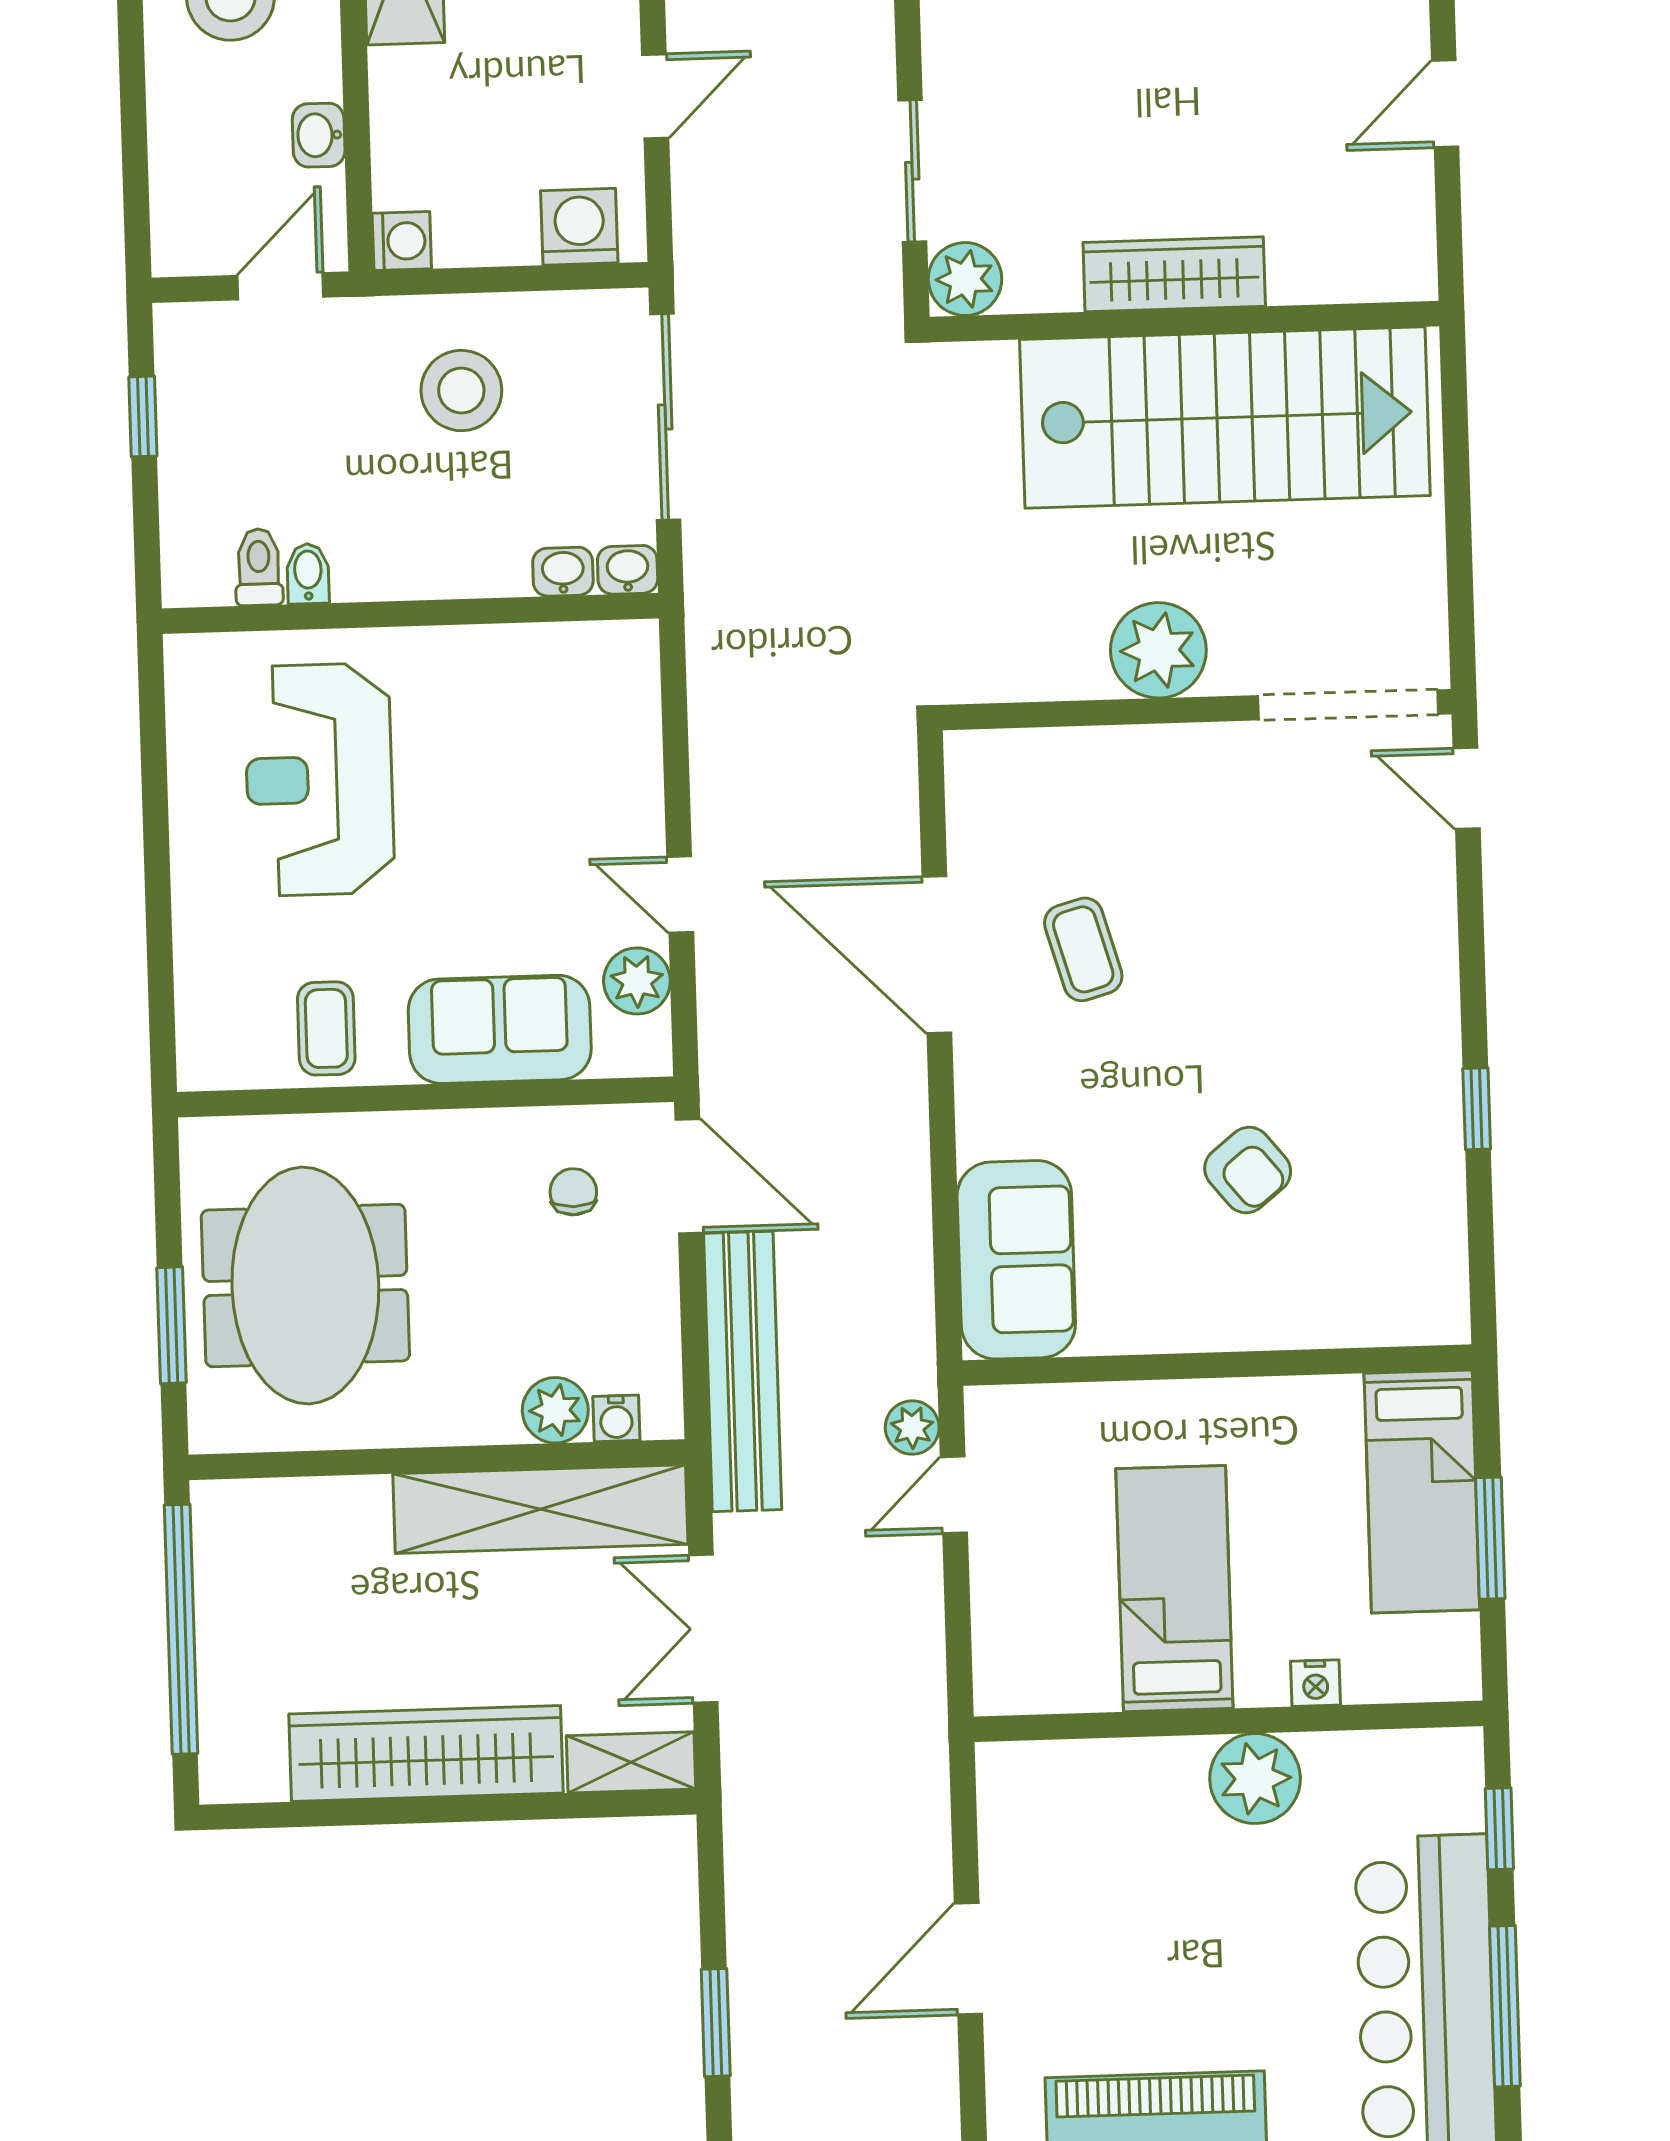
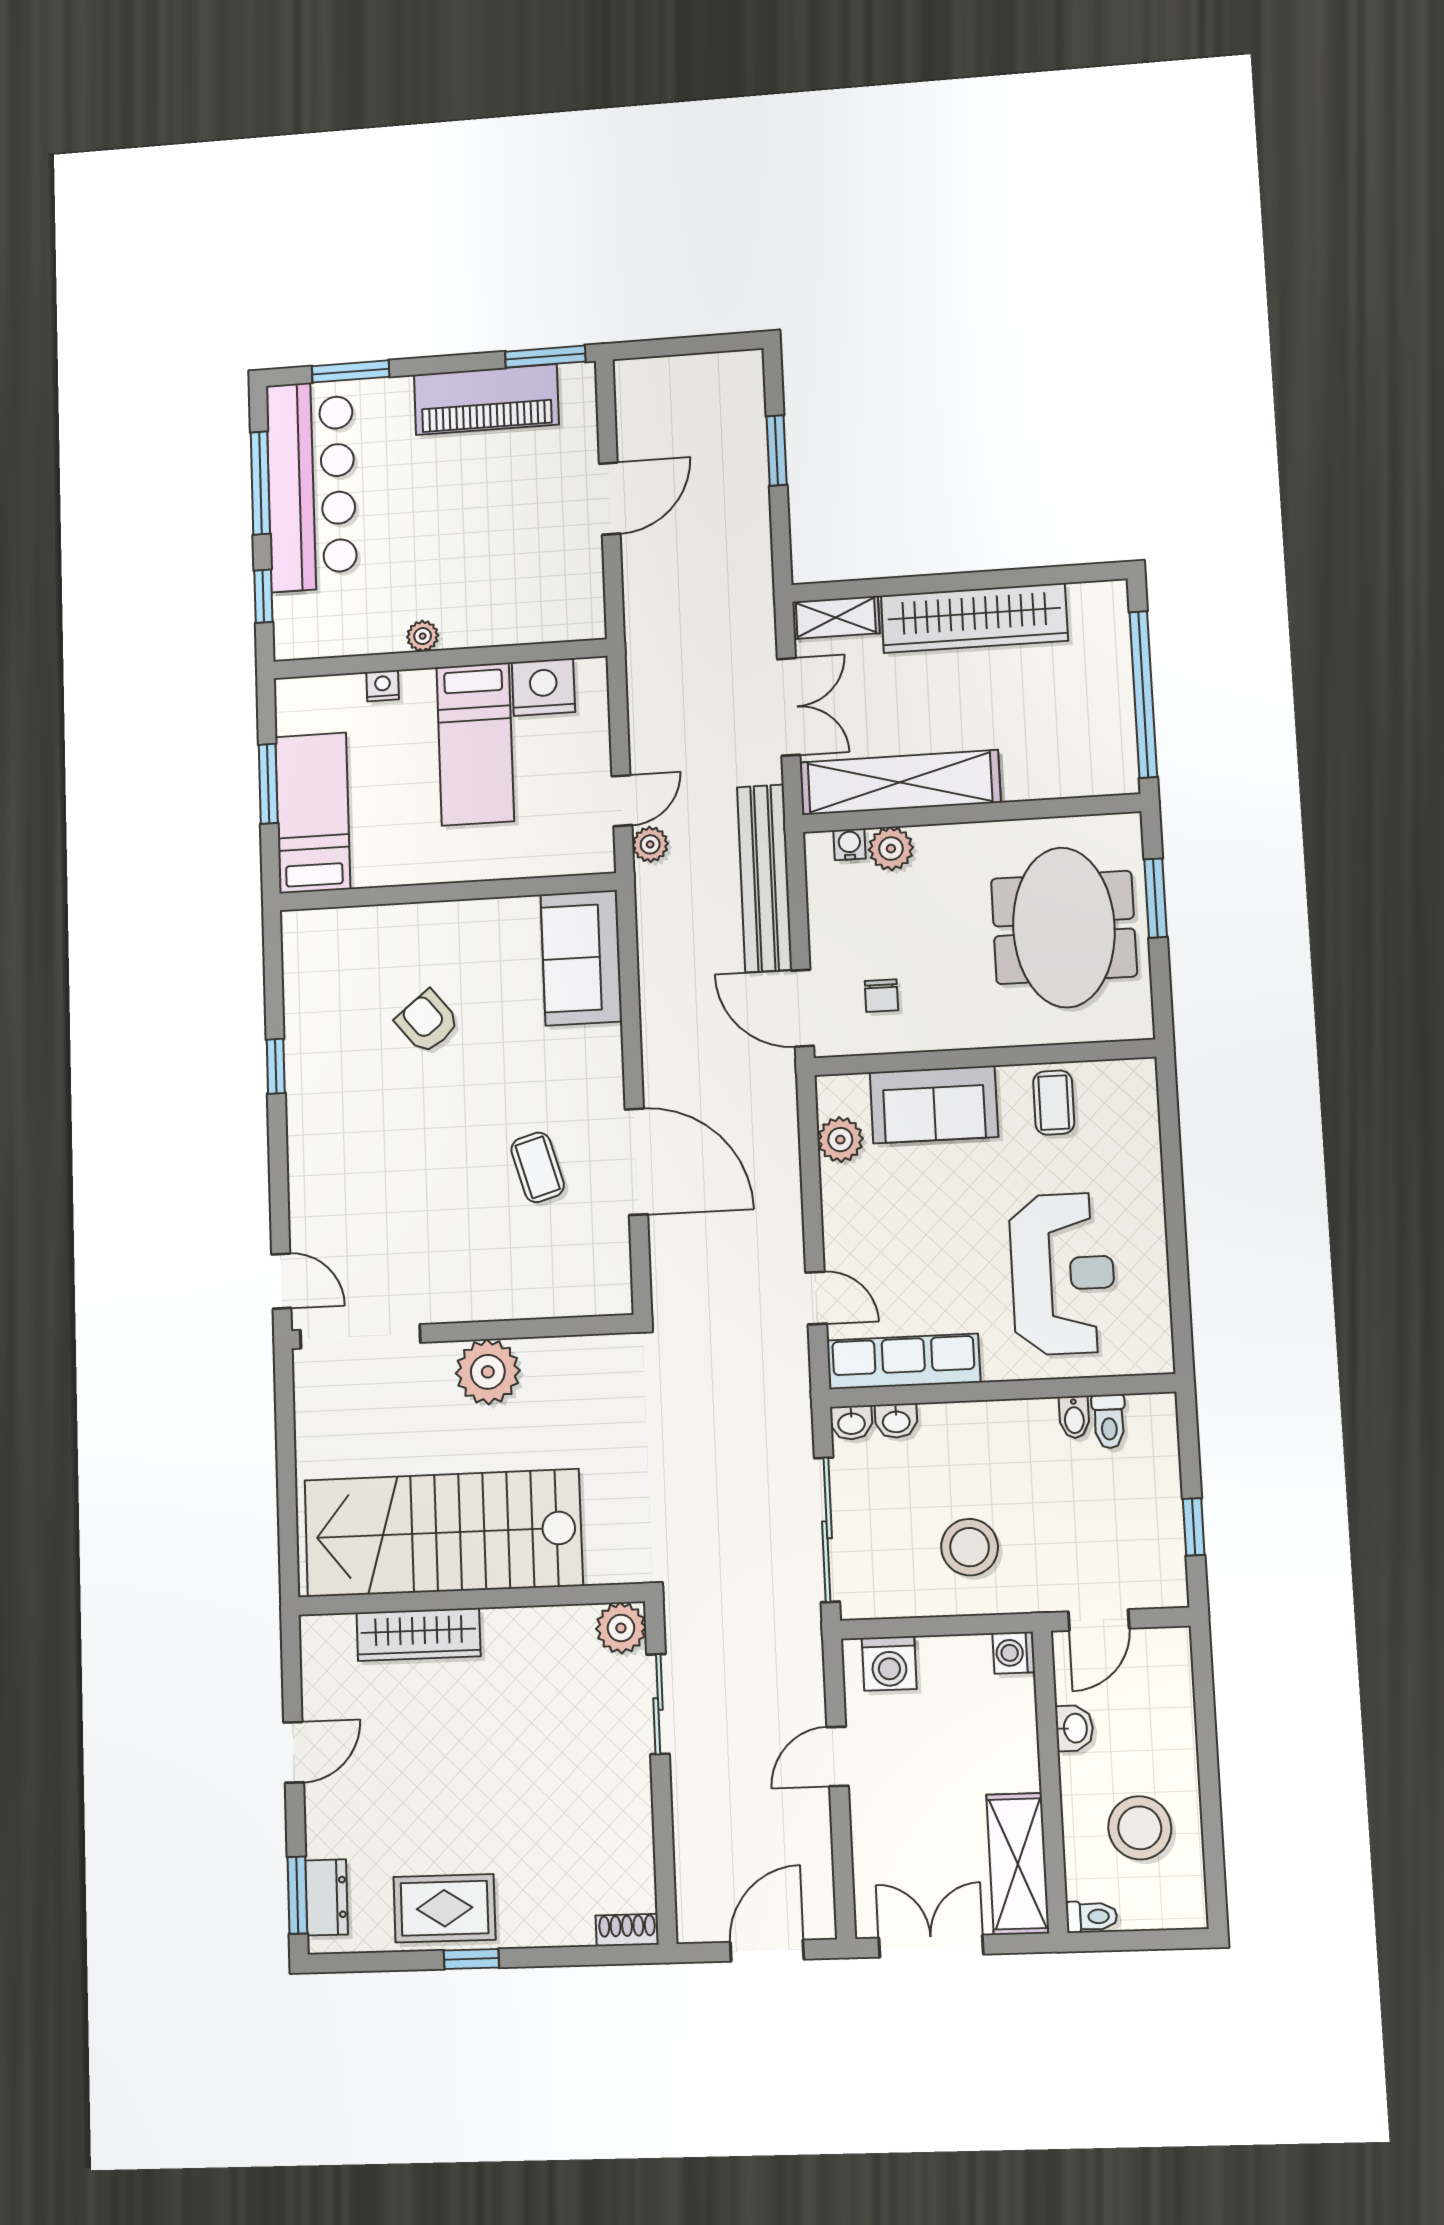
wardrobe: (1174, 274) -> (418, 1634), moved
row of seats: (551, 657) -> (904, 1361), added
door: (680, 895) -> (816, 1298), moved
nightstand: (1071, 1672) -> (543, 687), added
plant: (1255, 1779) -> (423, 636), width x0.53, depth x0.53

